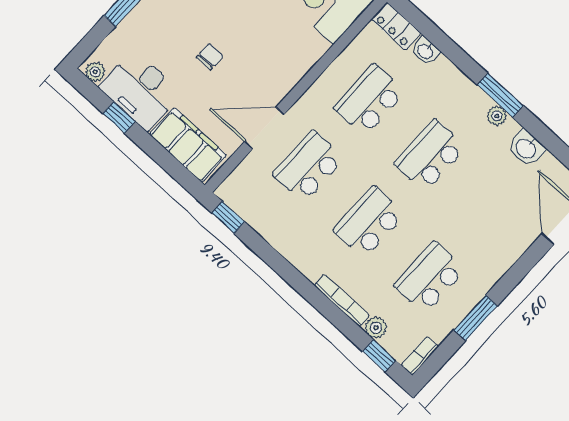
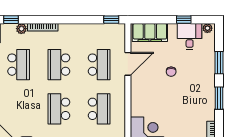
desk: (140, 90) -> (190, 36), width x0.73
school desk: (430, 155) -> (59, 109), turned 180
school desk: (369, 222) -> (59, 65), turned 180

